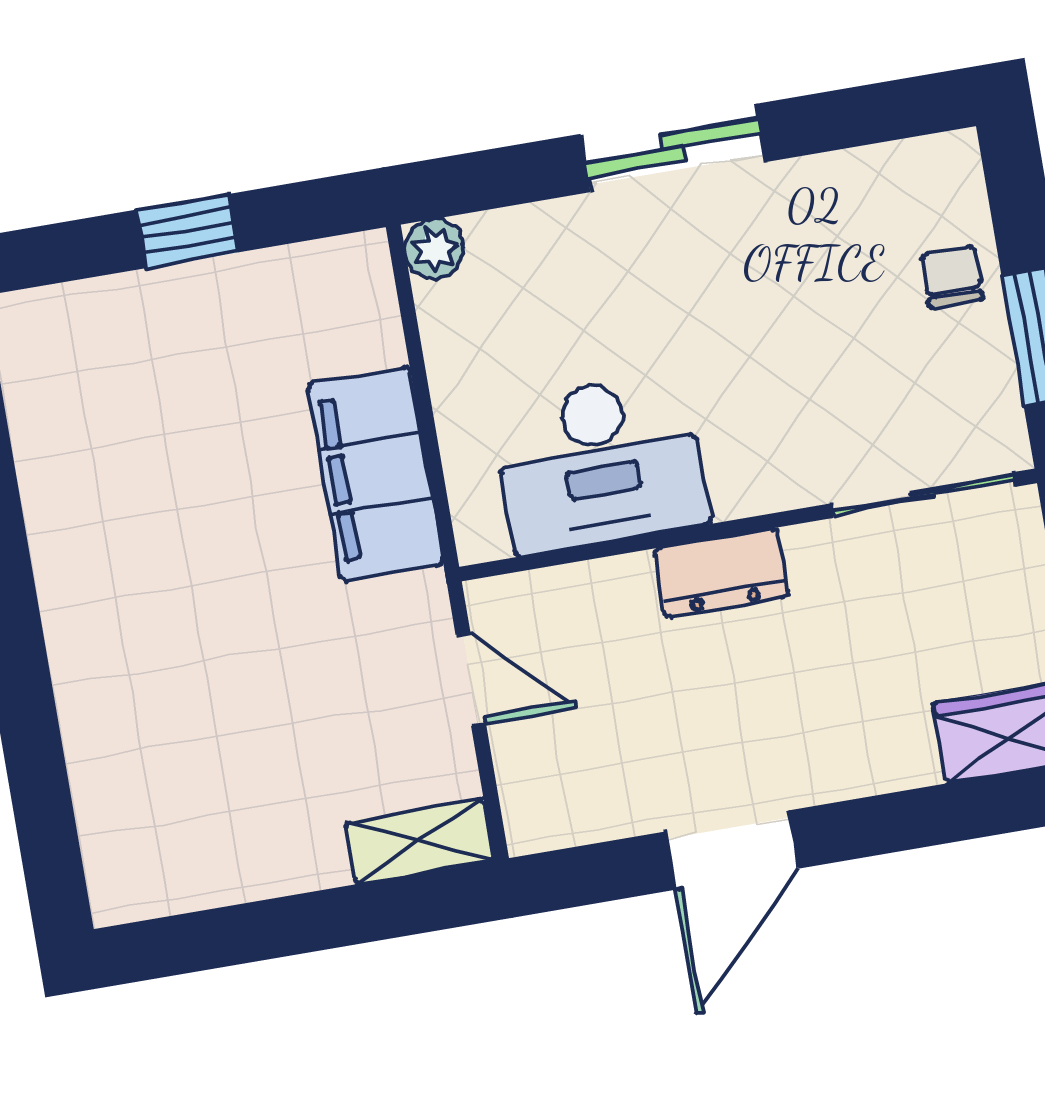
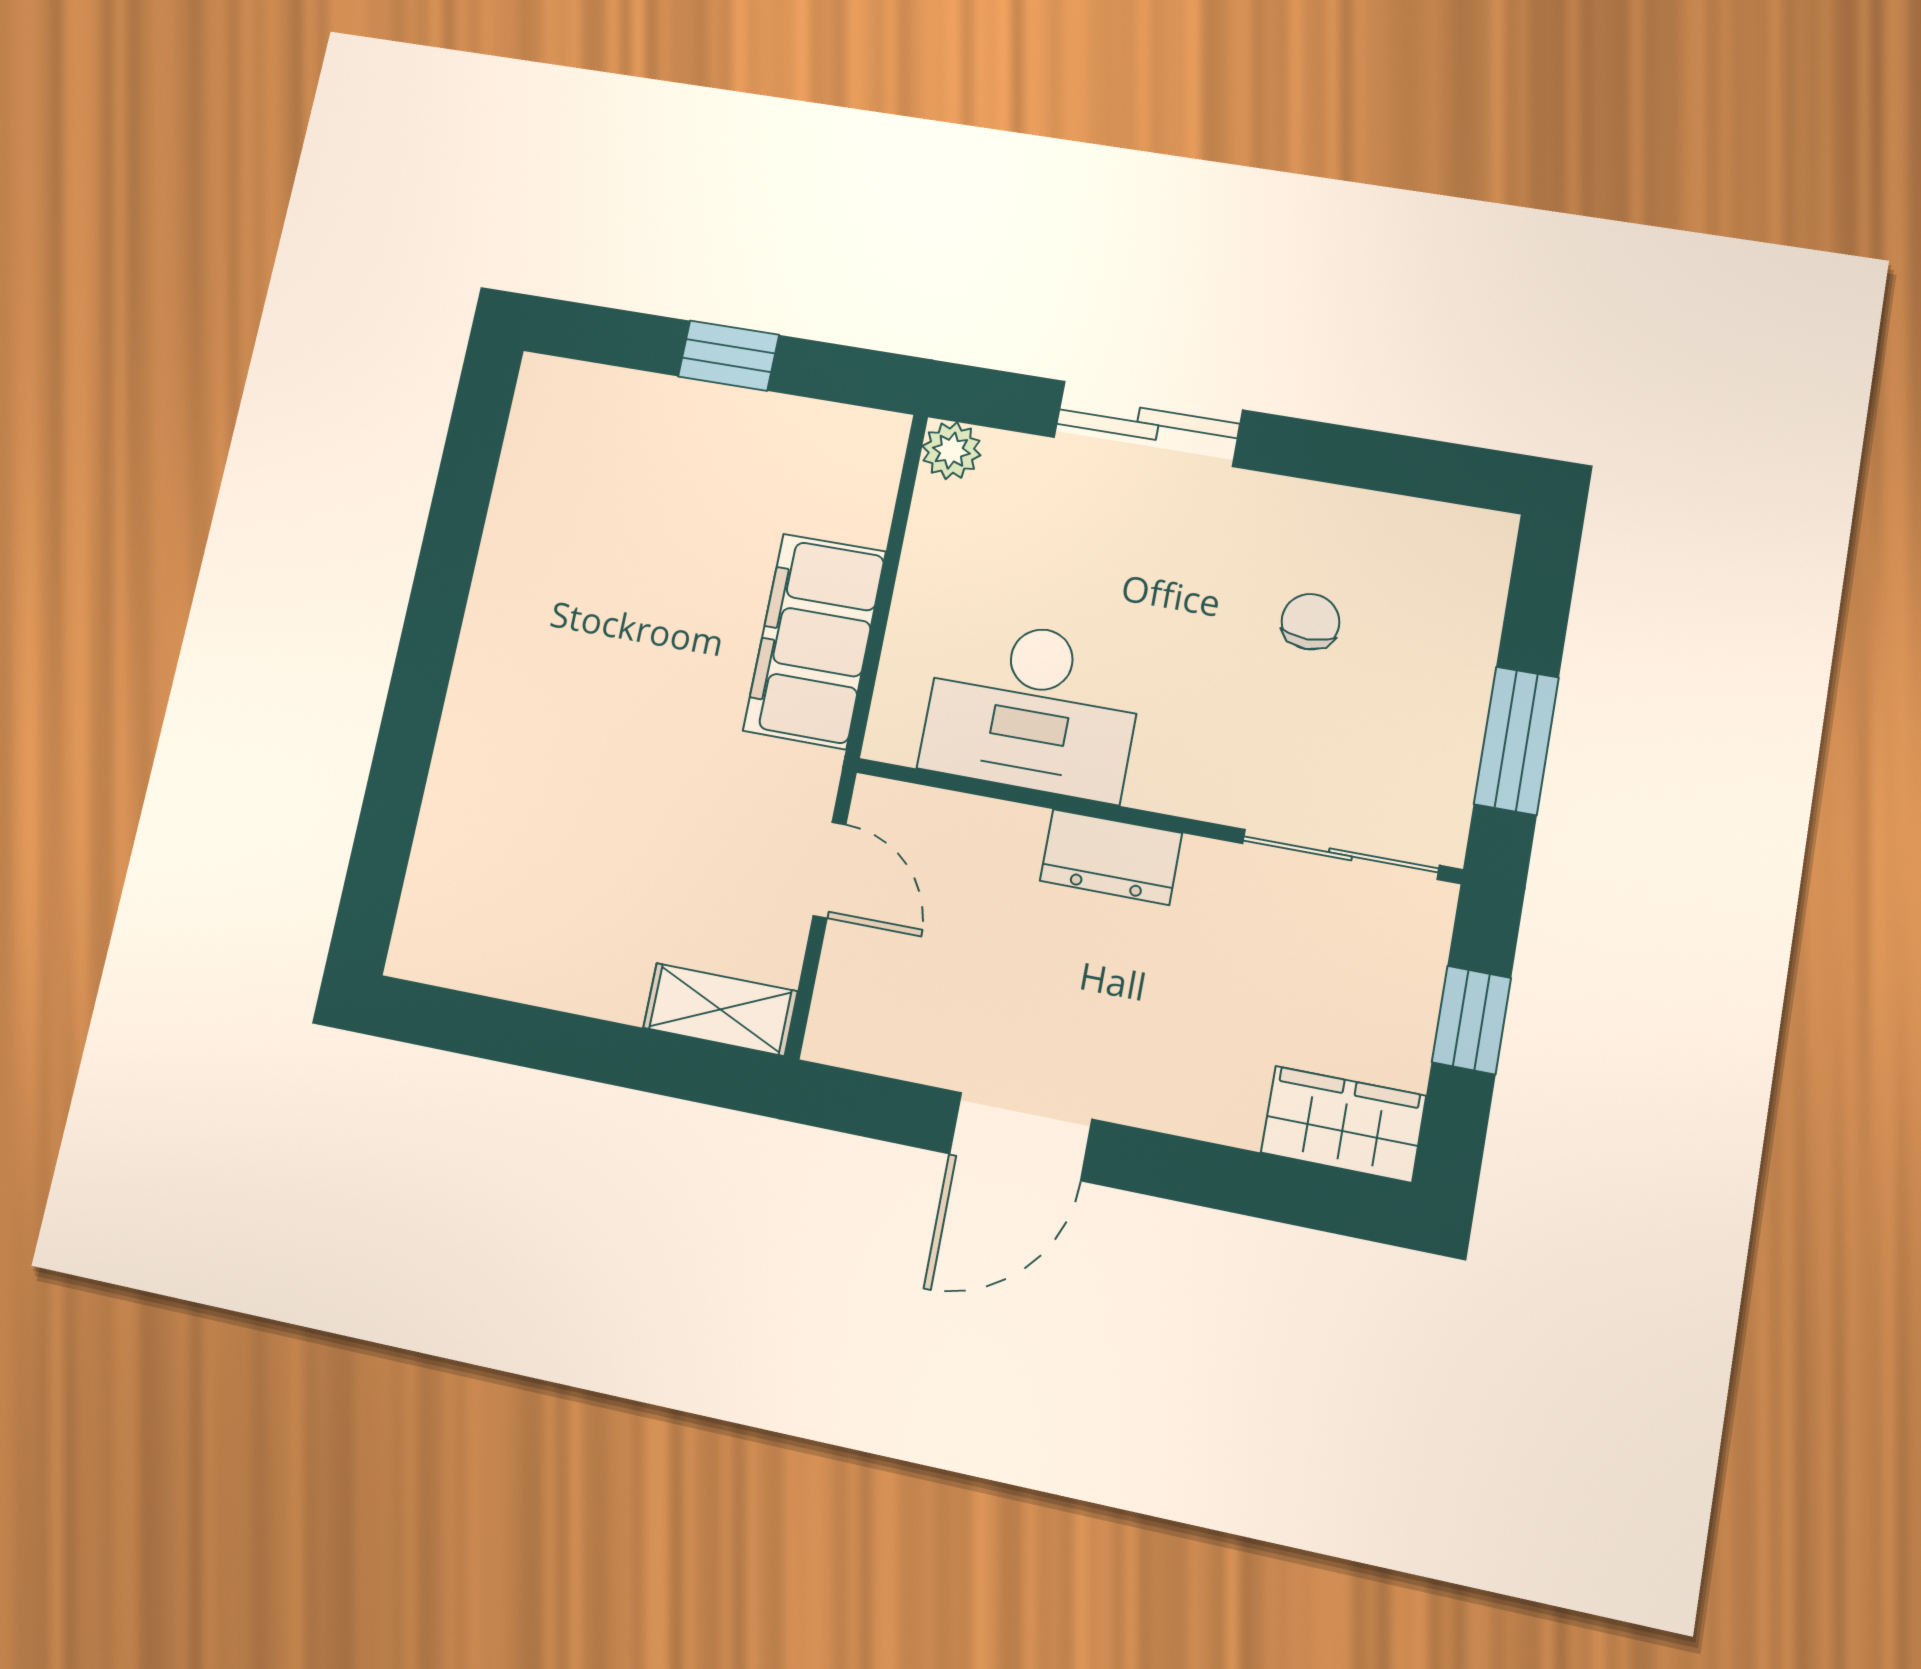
sliding door: (673, 148) -> (1148, 424), moved
chair: (952, 277) -> (1310, 622), moved

